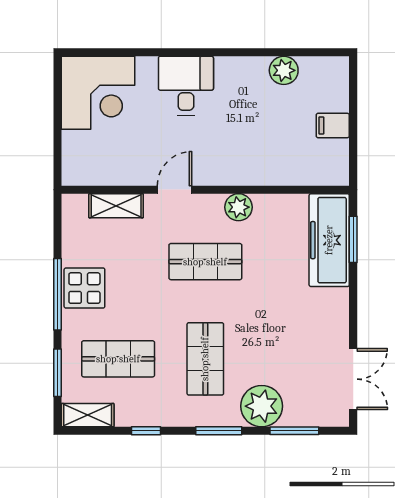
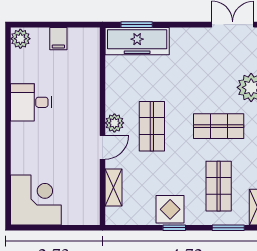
plant: (284, 70) -> (20, 39), moved
desk: (186, 86) -> (31, 102), moved
door: (175, 190) -> (102, 147), swing flipped
plant: (238, 207) -> (114, 123), moved
window: (58, 294) -> (174, 228), width x0.46

